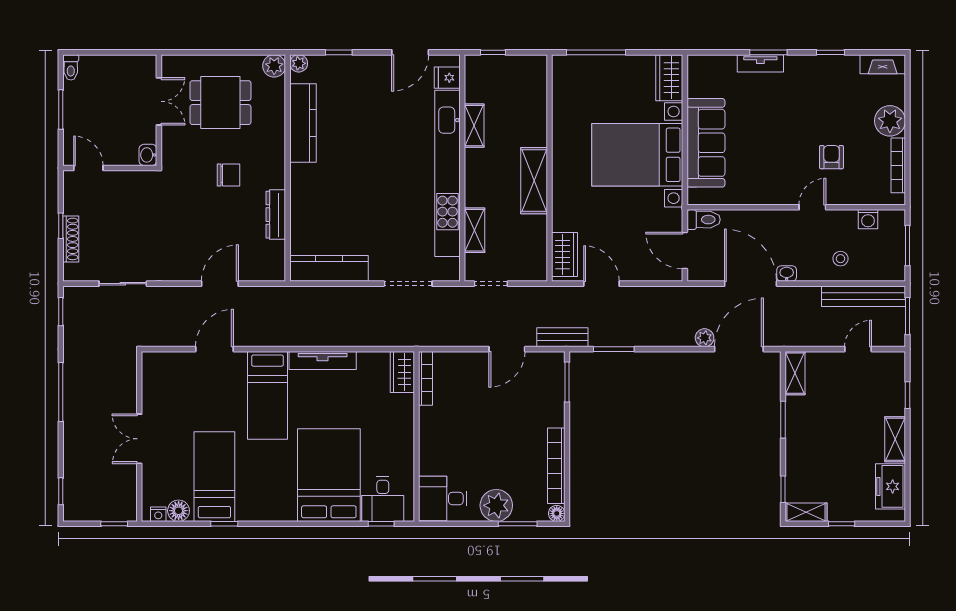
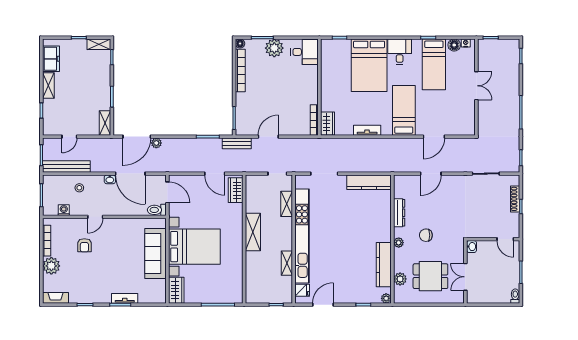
plant: (274, 66) -> (400, 279), moved
plant: (277, 162) -> (399, 243), added
tv unit: (323, 360) -> (367, 130), width x0.71
desk: (383, 499) -> (400, 52), moved

